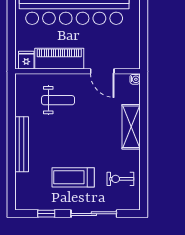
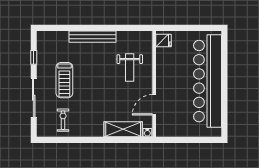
piano: (59, 59) -> (165, 68), removed
shelving: (131, 127) -> (123, 129), moved
treadmill: (73, 177) -> (64, 80), turned 180

